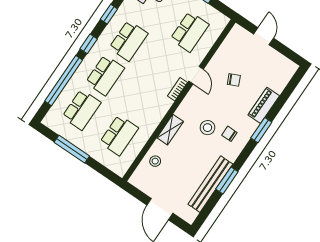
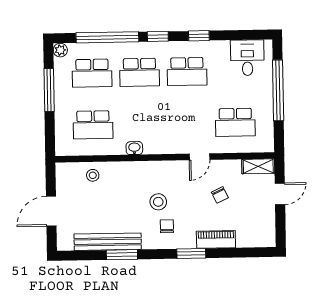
bookcase: (178, 89) -> (174, 149), removed
washbasin: (157, 117) -> (134, 148), added
plant: (49, 121) -> (60, 50), added
shelving: (170, 130) -> (258, 166), moved

